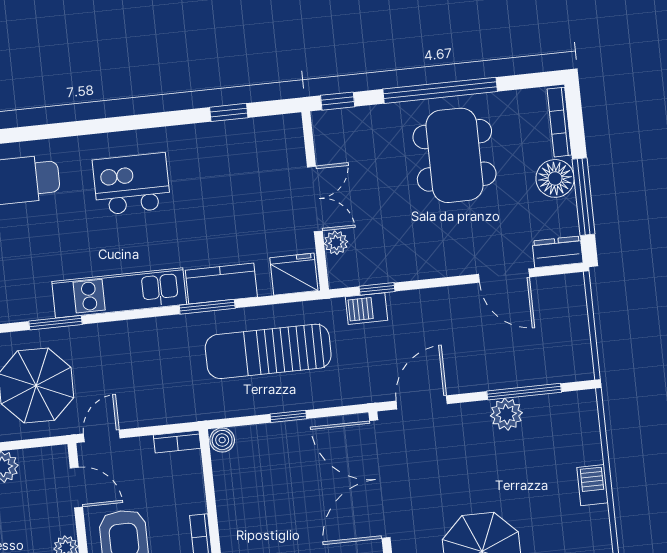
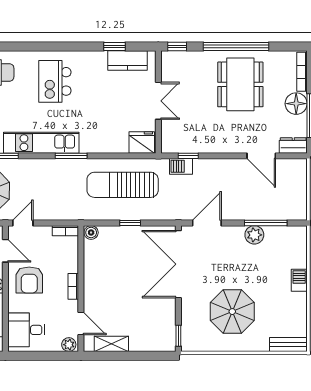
kitchen island: (132, 184) -> (55, 81), turned -90
plant: (336, 243) -> (168, 127), removed
kitchen counter: (221, 284) -> (128, 61), moved, turned 180
window: (207, 307) -> (71, 156), moved

